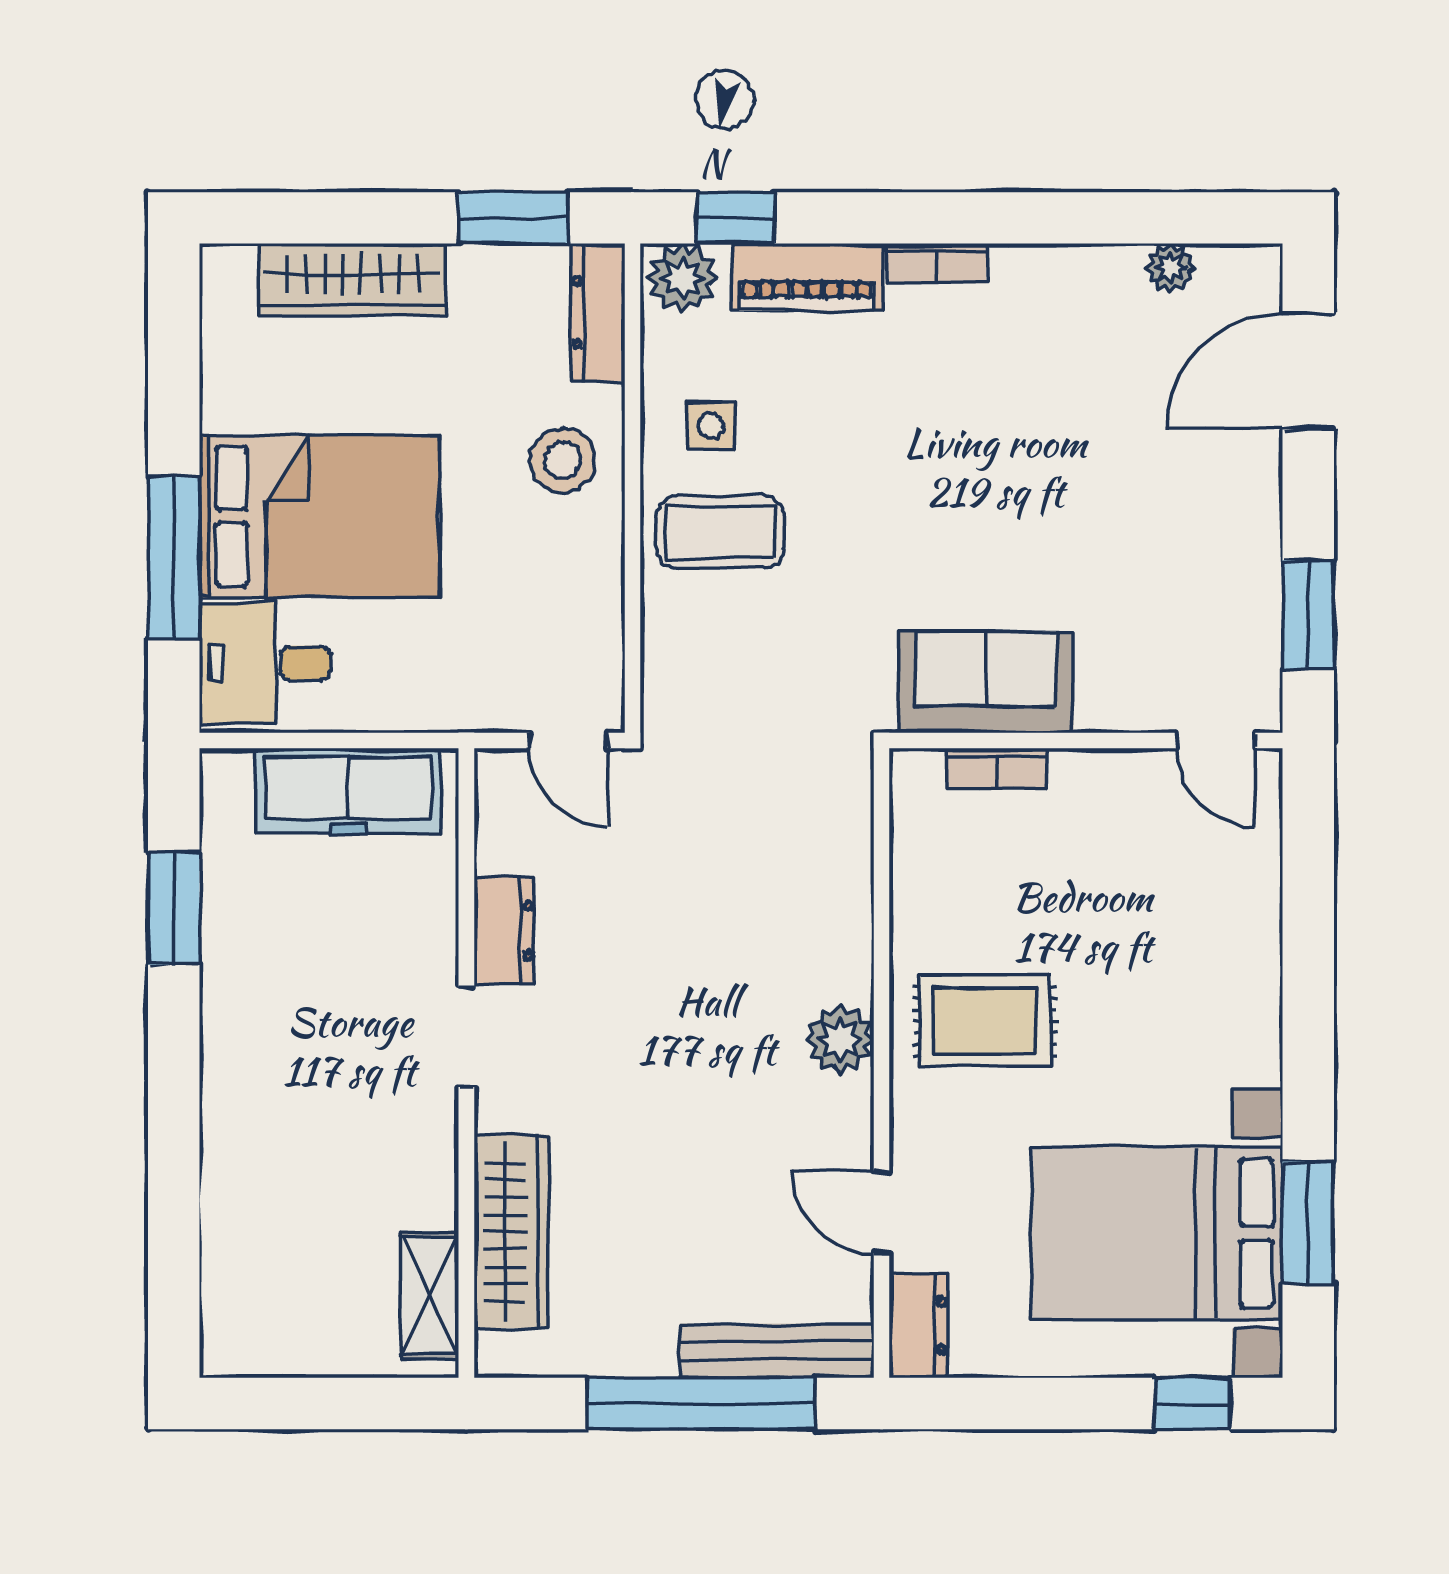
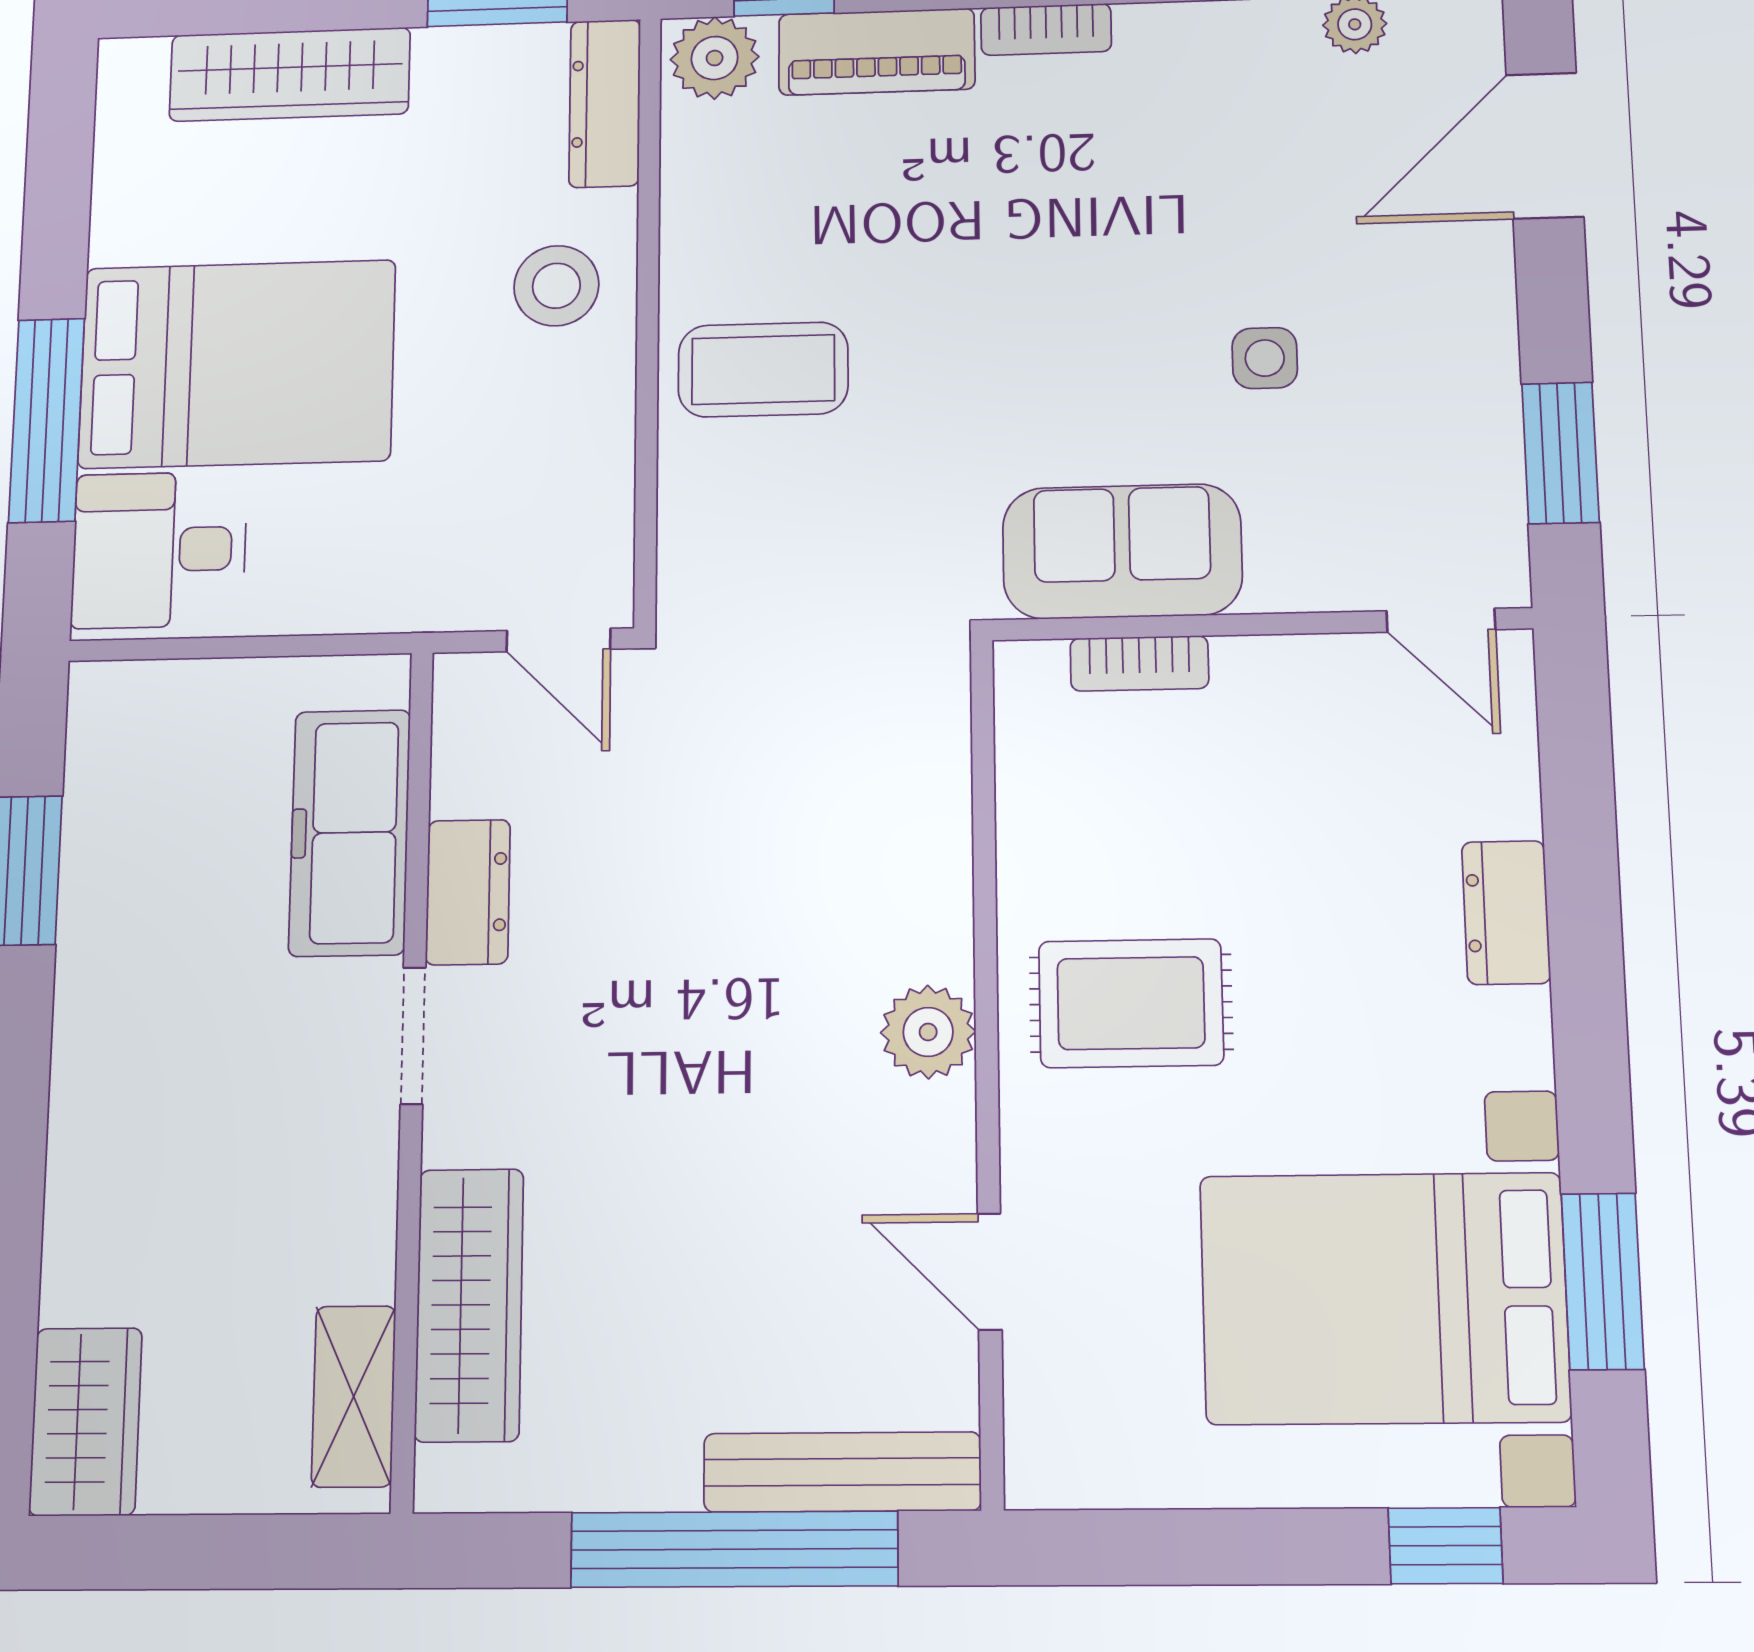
side table: (711, 426) -> (1265, 358), moved
freezer: (348, 791) -> (350, 833), moved, turned 90
wardrobe: (238, 1312) -> (86, 1422), added
dresser: (919, 1326) -> (1506, 913), moved, turned 180

